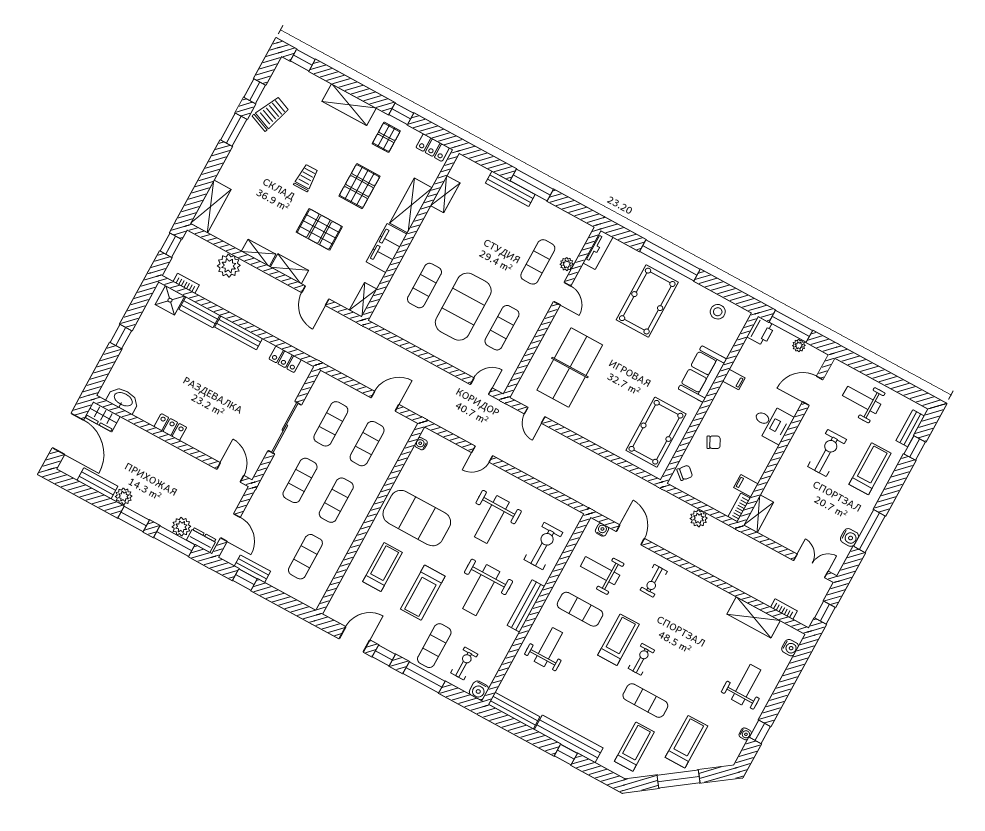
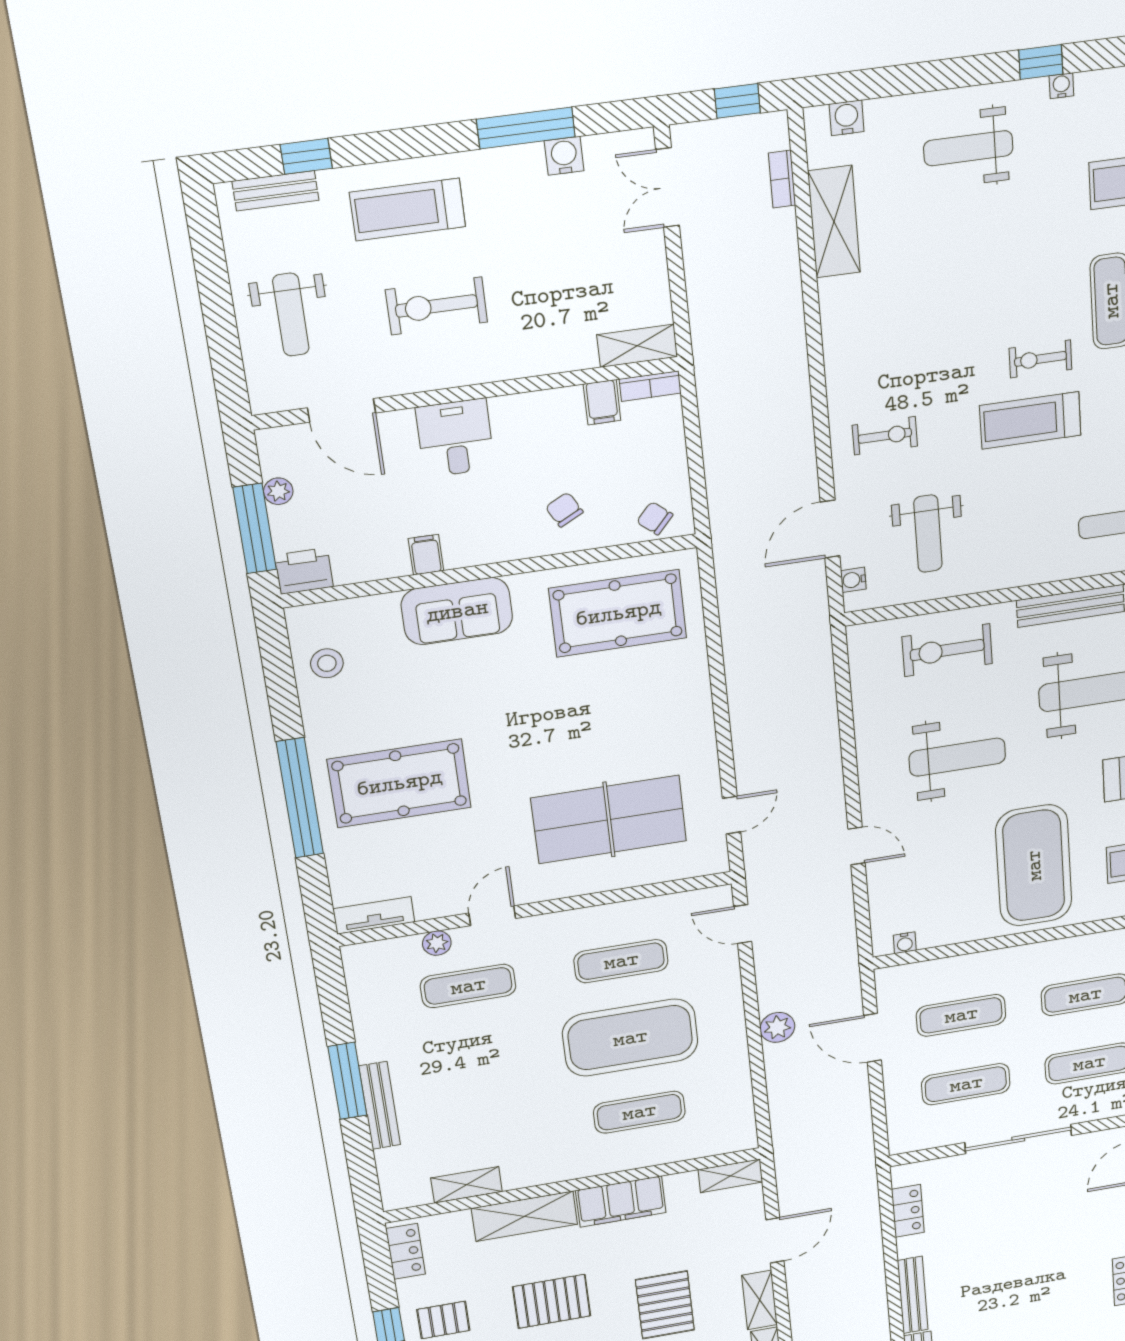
plant: (699, 518) -> (777, 1027), moved
exercise mat: (580, 609) -> (1018, 519), removed

